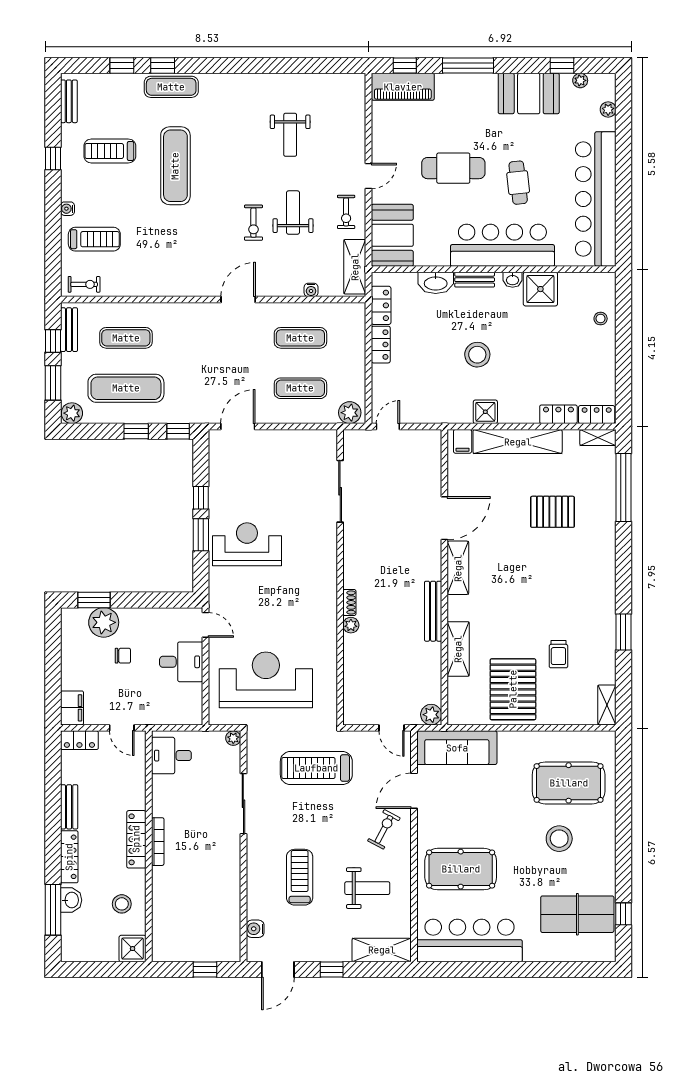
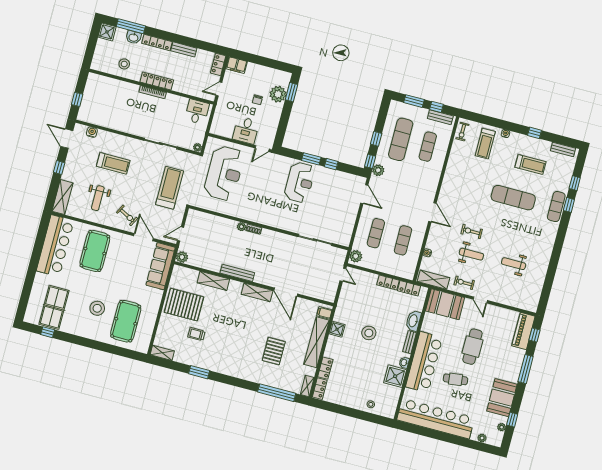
treadmill: (110, 151) -> (530, 164), turned 90
plant: (72, 413) -> (378, 170), moved
shower: (133, 949) -> (107, 32), moved

